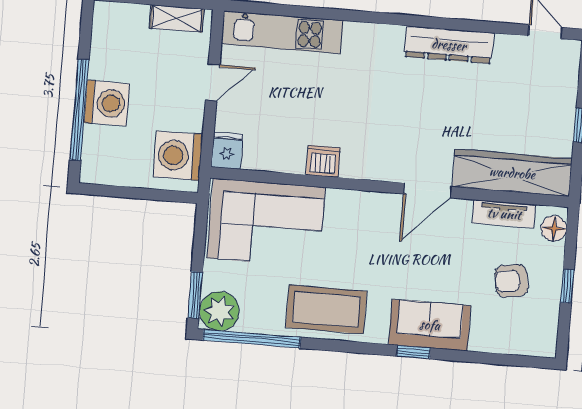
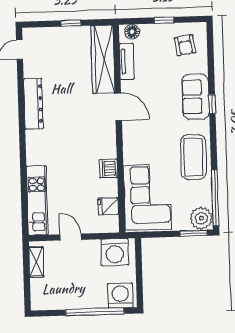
washing machine: (107, 103) -> (120, 296), moved
fridge: (227, 151) -> (108, 206), moved
armchair: (511, 281) -> (185, 45), moved

